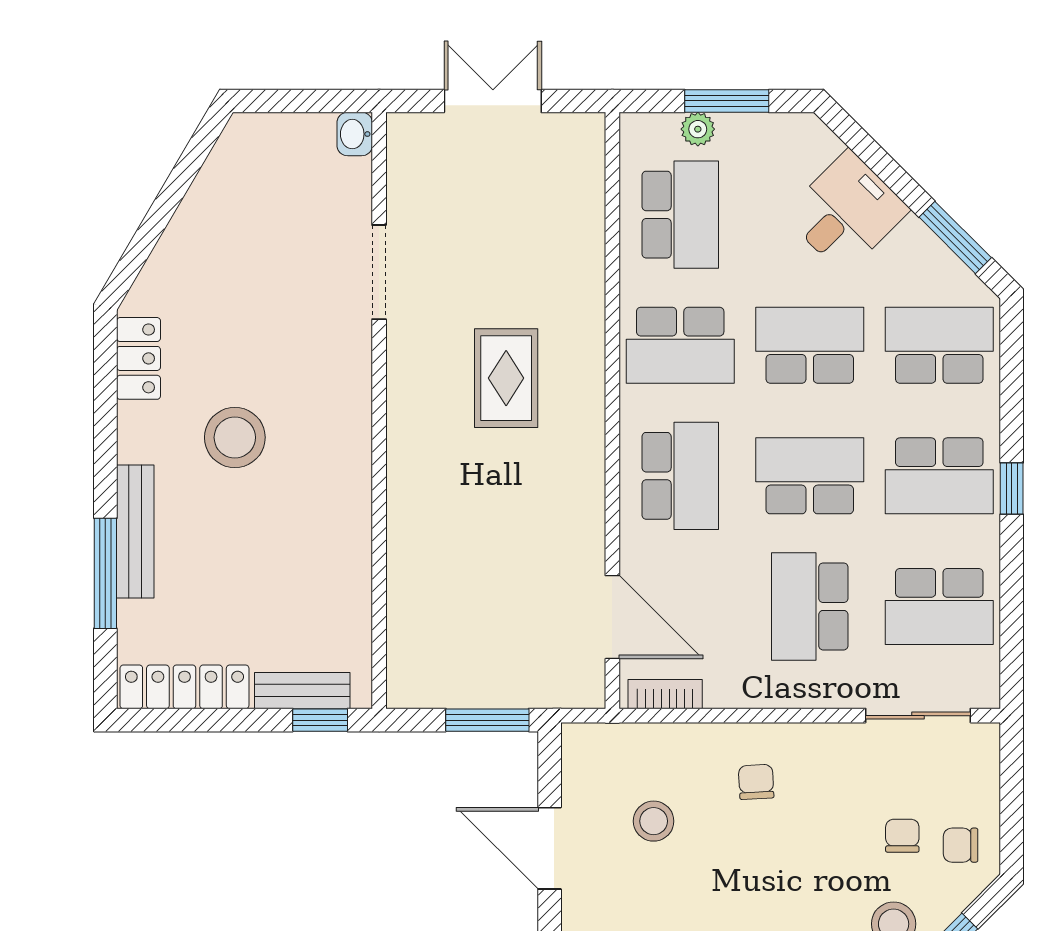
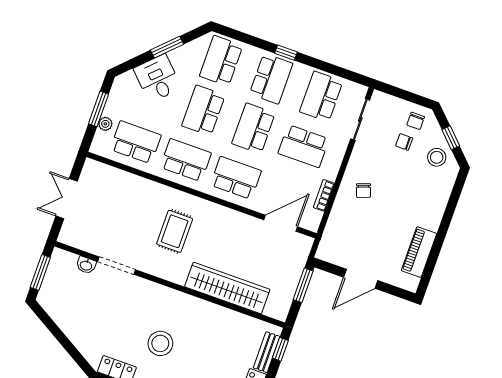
window: (300, 101) -> (40, 272), added
washbasin: (355, 134) -> (86, 265), moved
window: (955, 237) -> (167, 47), moved
school desk: (680, 345) -> (186, 160), turned -90
rug: (506, 378) -> (175, 231), turned 90
wardrobe: (418, 547) -> (227, 288), added
school desk: (939, 606) -> (321, 96), turned 180
bookcase: (665, 694) -> (324, 195), moved
chair: (756, 782) -> (363, 191), turned -107
stool: (654, 821) -> (365, 235), removed

